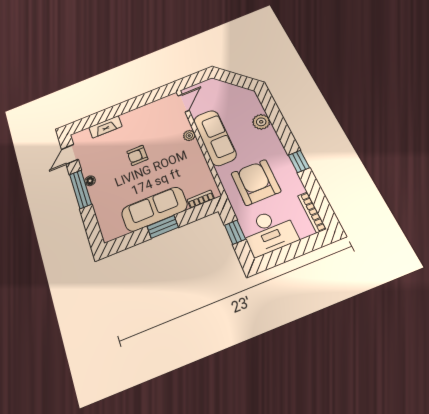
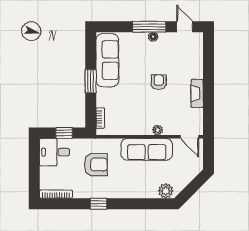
plant: (261, 122) -> (166, 191), moved
fireplace: (105, 127) -> (197, 93), moved
armchair: (256, 182) -> (96, 165), width x0.73, depth x0.73
sofa: (154, 209) -> (107, 60), moved
desk: (269, 232) -> (54, 152), width x0.73

